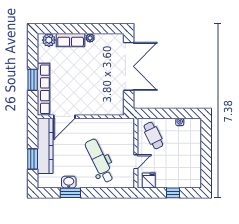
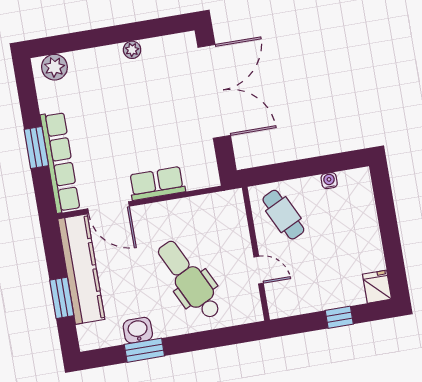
row of seats: (71, 40) -> (157, 183), moved, turned 180
door: (64, 117) -> (109, 207), hinge flipped
door: (136, 162) -> (259, 270), hinge flipped
fridge: (149, 181) -> (377, 287), moved

